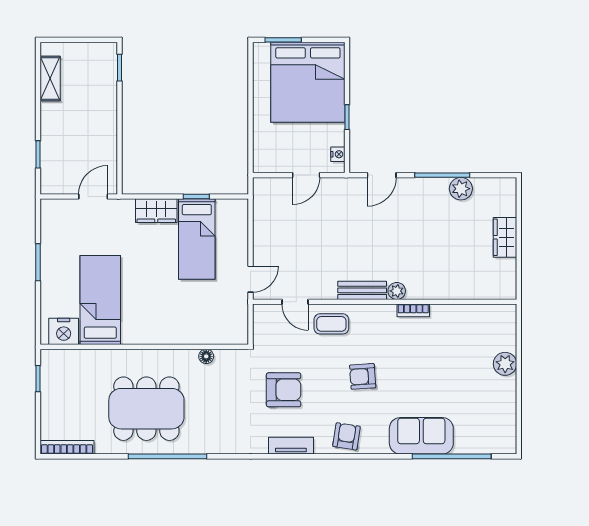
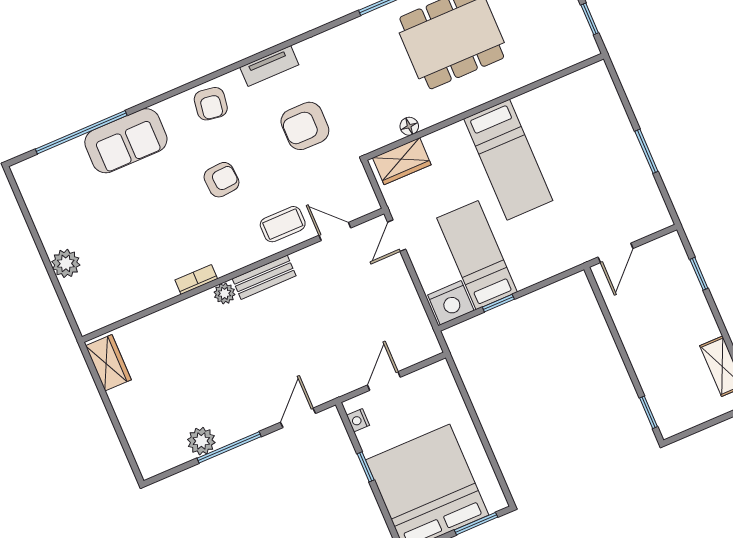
wardrobe: (156, 211) -> (402, 161), moved, turned 180
wardrobe: (505, 237) -> (108, 363), moved
bed: (100, 300) -> (508, 160), moved
nightstand: (64, 331) -> (451, 303), moved, turned 180

